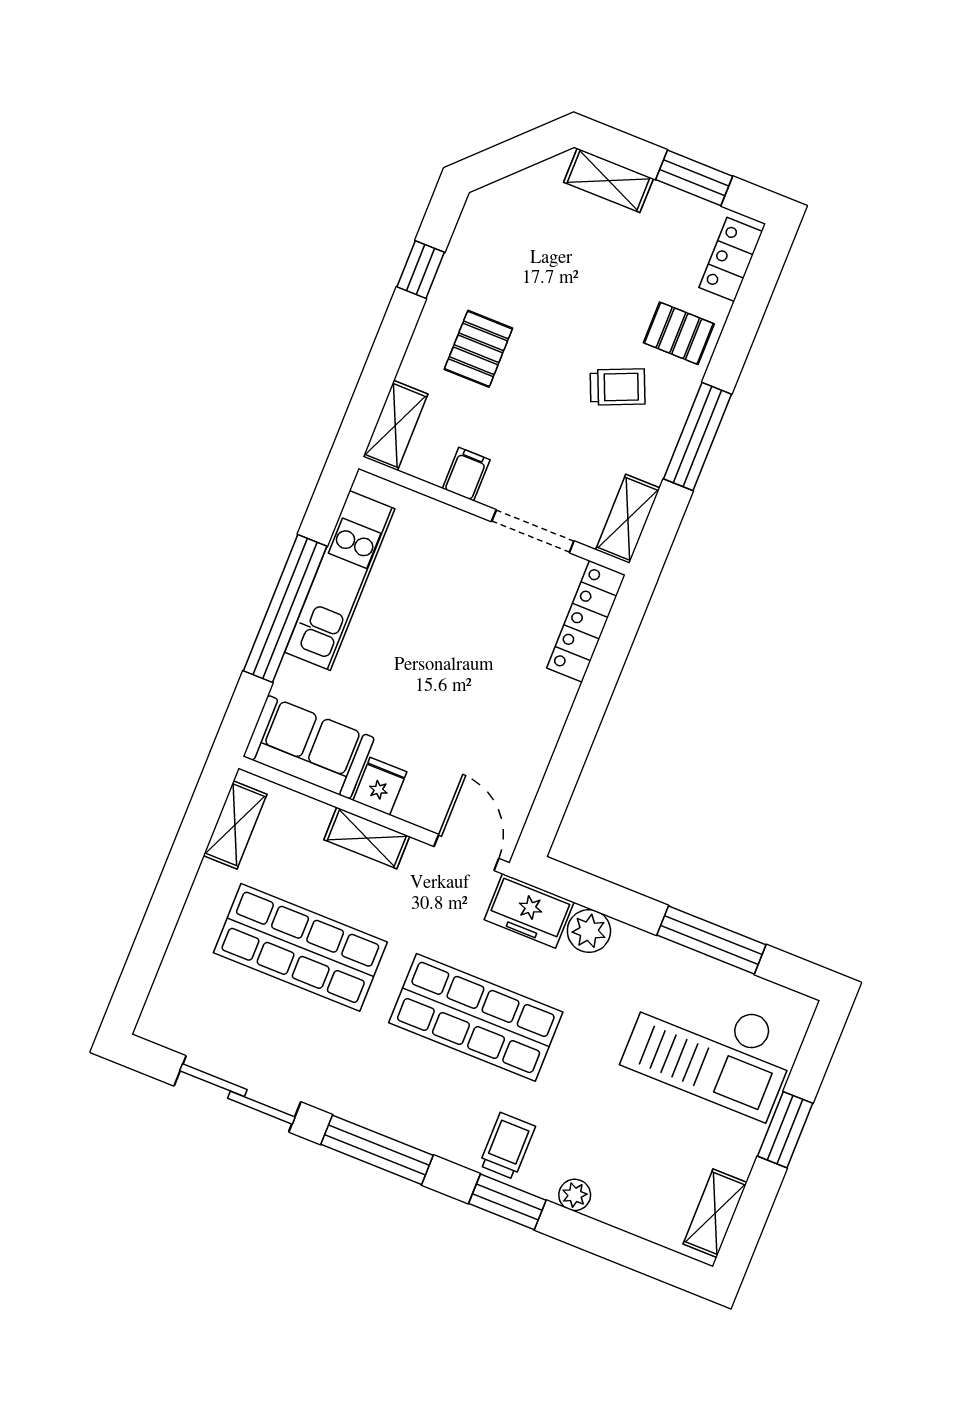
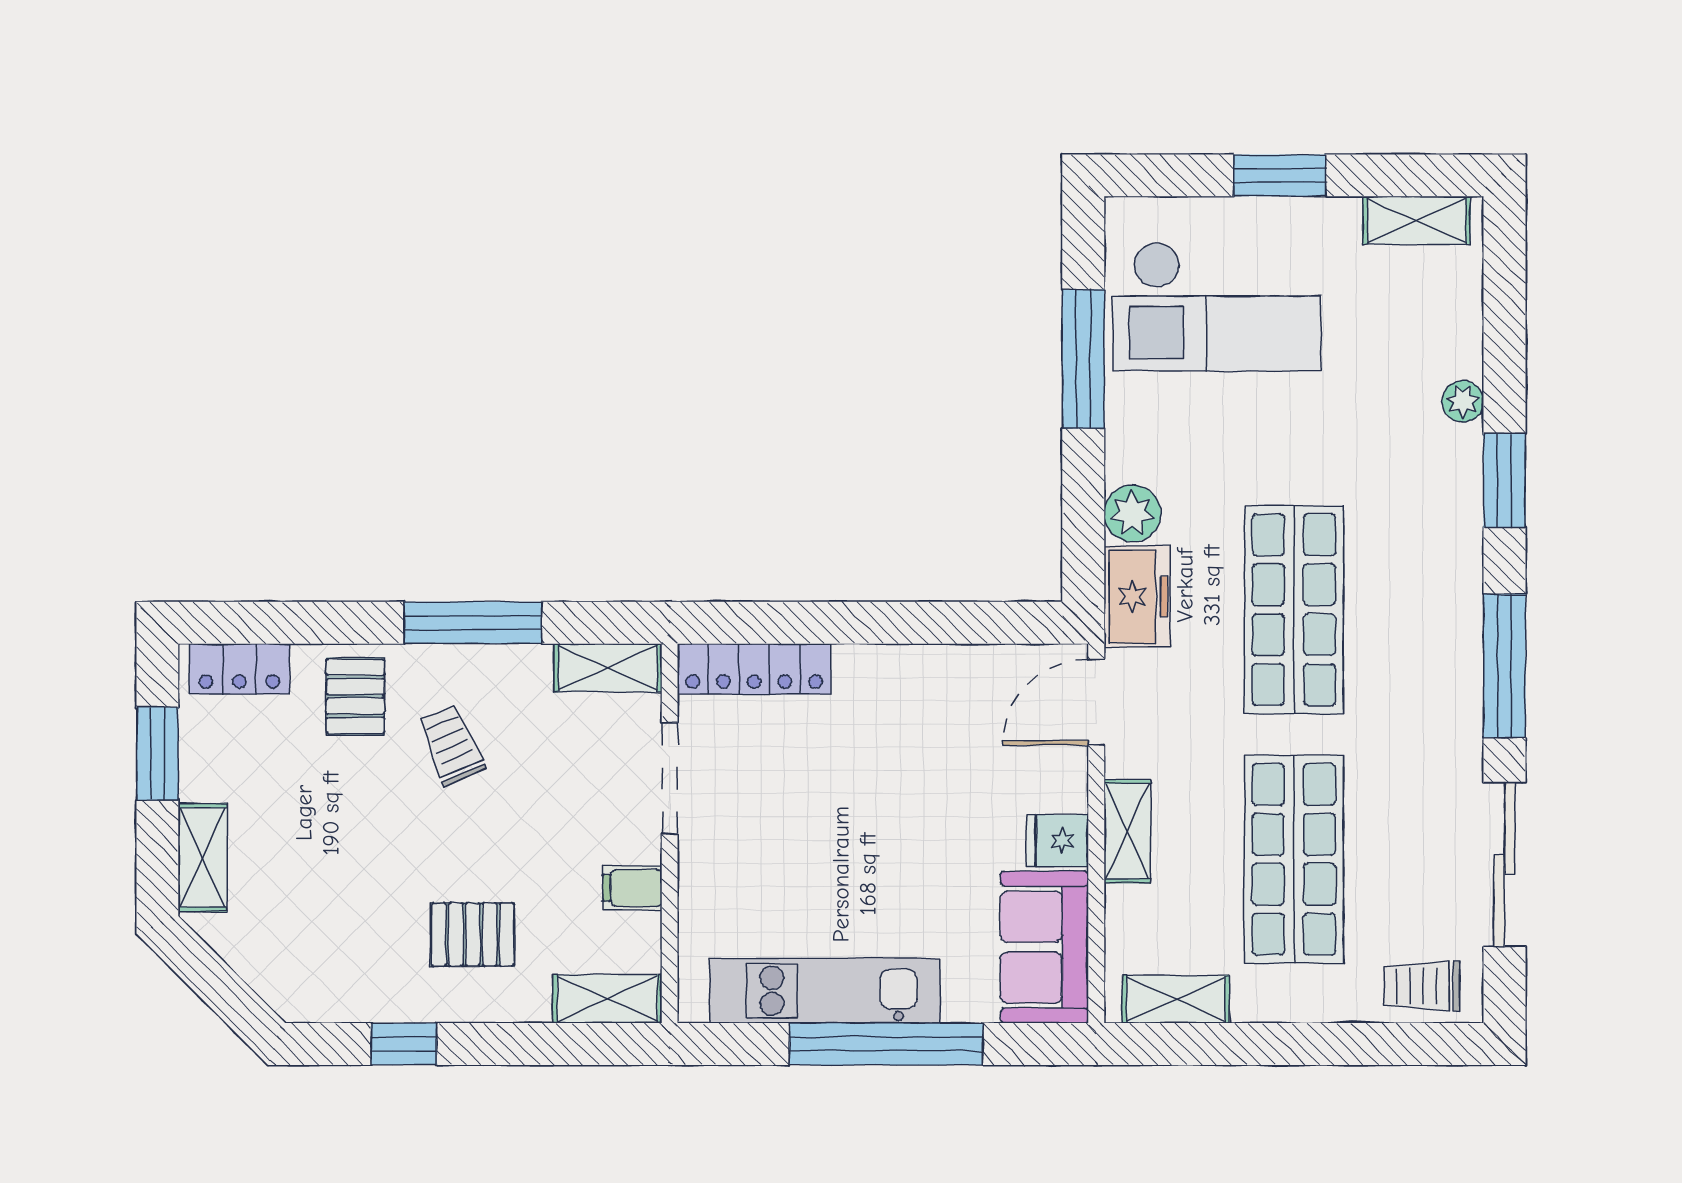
checkout: (711, 1049) -> (1217, 306), turned 90
trolley: (507, 1146) -> (1422, 986), moved

